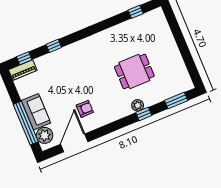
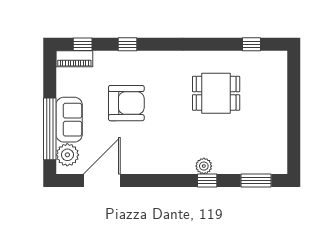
dining table: (134, 71) -> (216, 93), moved
armchair: (85, 109) -> (126, 103), moved, width x1.88, depth x1.88

